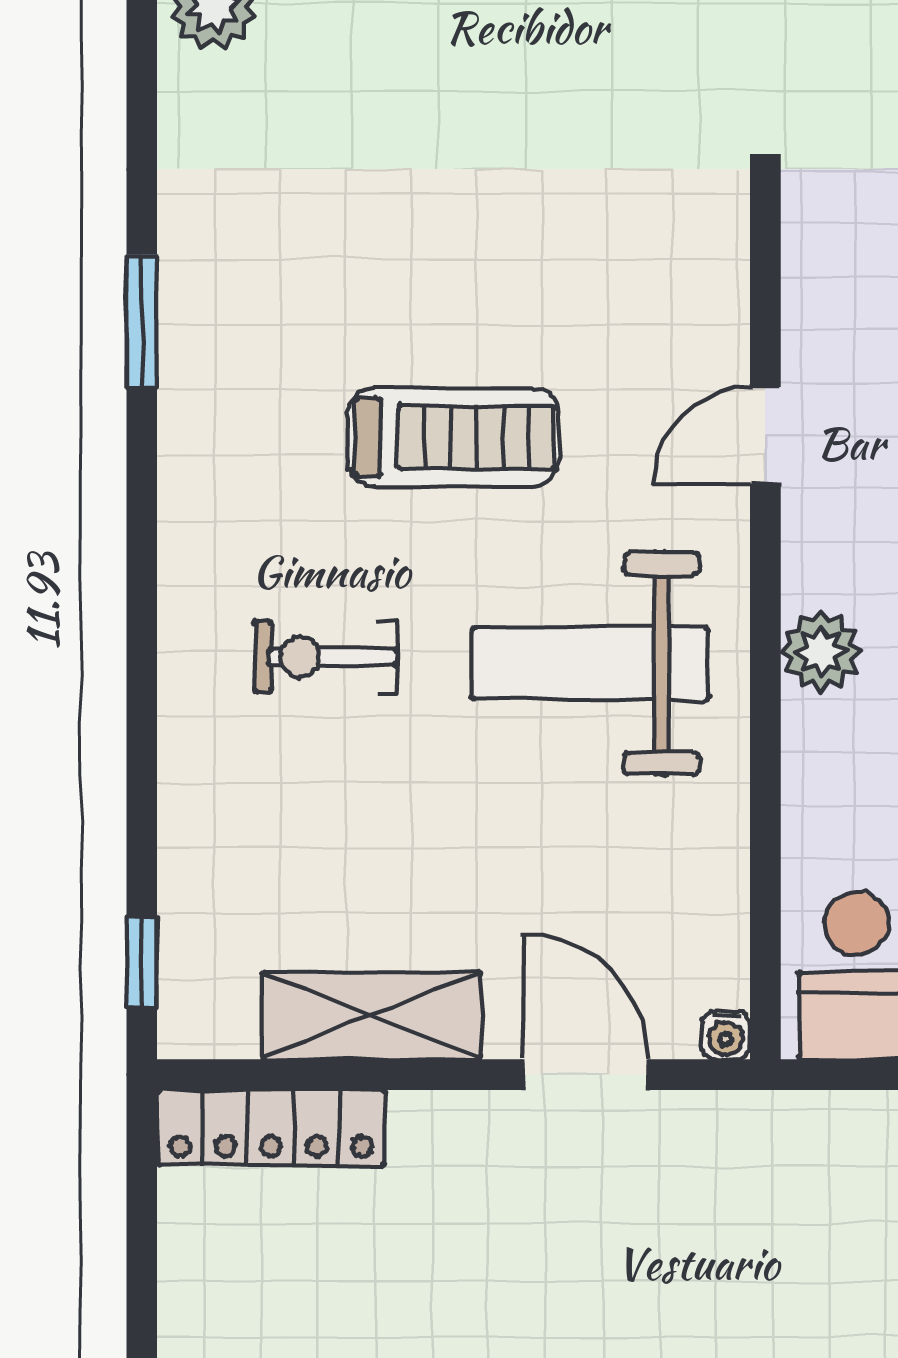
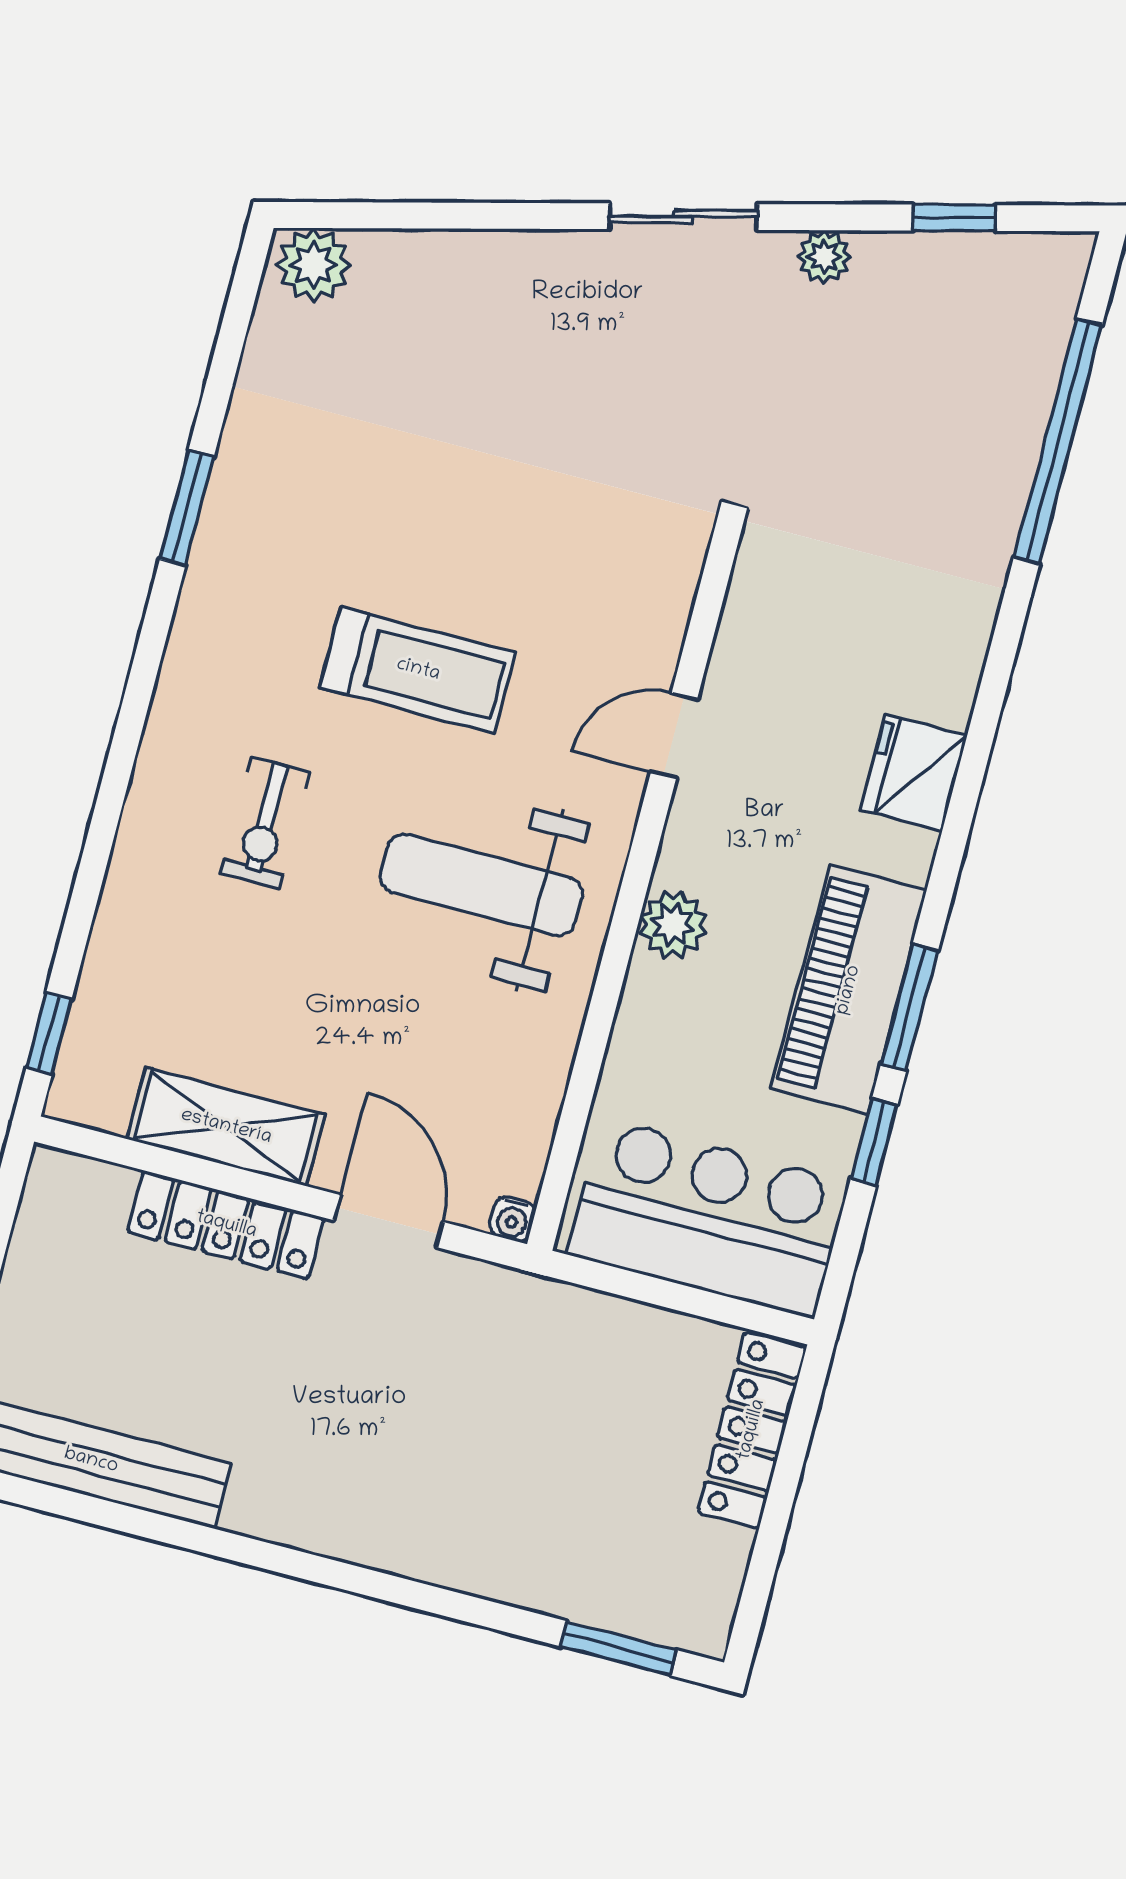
exercise bike: (326, 657) -> (266, 823), turned -90
locker: (271, 1128) -> (226, 1225), moved

